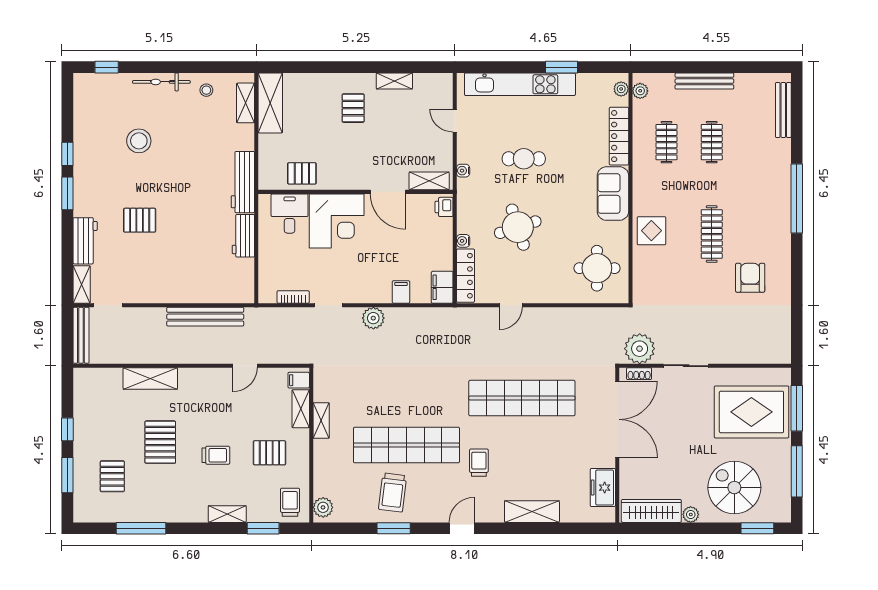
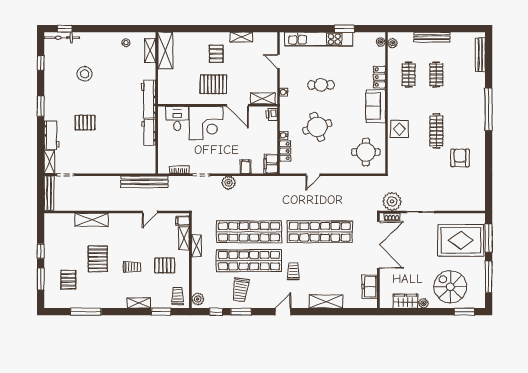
bicycle: (161, 82) -> (62, 38), moved
locker: (619, 136) -> (379, 77), width x0.66
window: (67, 154) -> (41, 63), moved
pallet: (302, 173) -> (213, 84), moved, width x1.50, depth x1.42
locker: (465, 276) -> (285, 151), width x0.66
bench: (205, 317) -> (144, 182), moved
shop shelf: (406, 398) -> (249, 232), added
wardrobe: (651, 511) -> (405, 301), width x0.67
window: (353, 528) -> (216, 312), added

